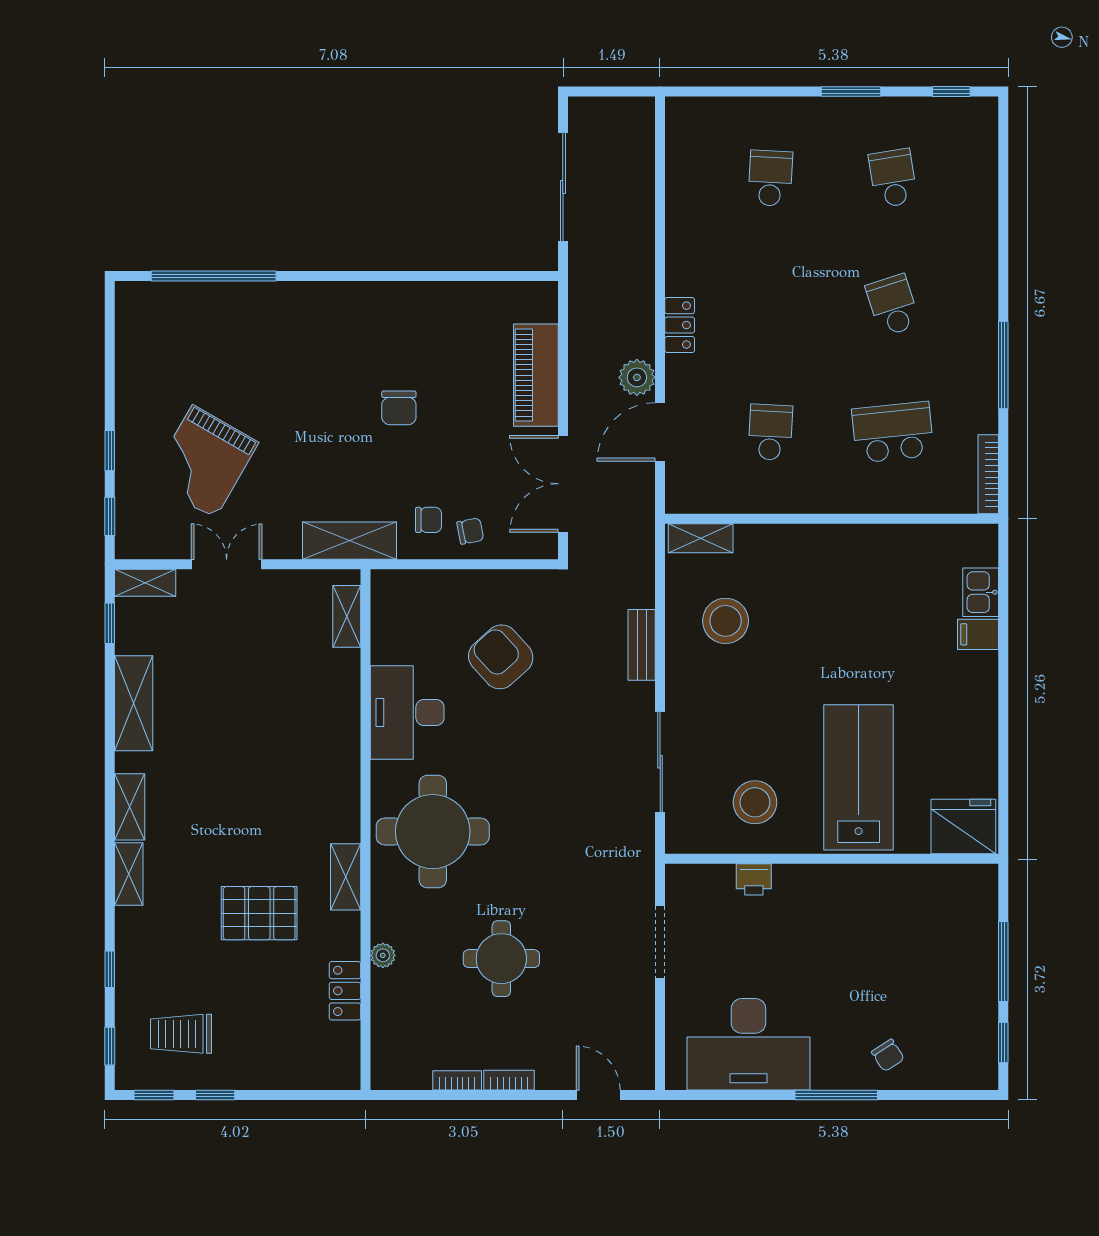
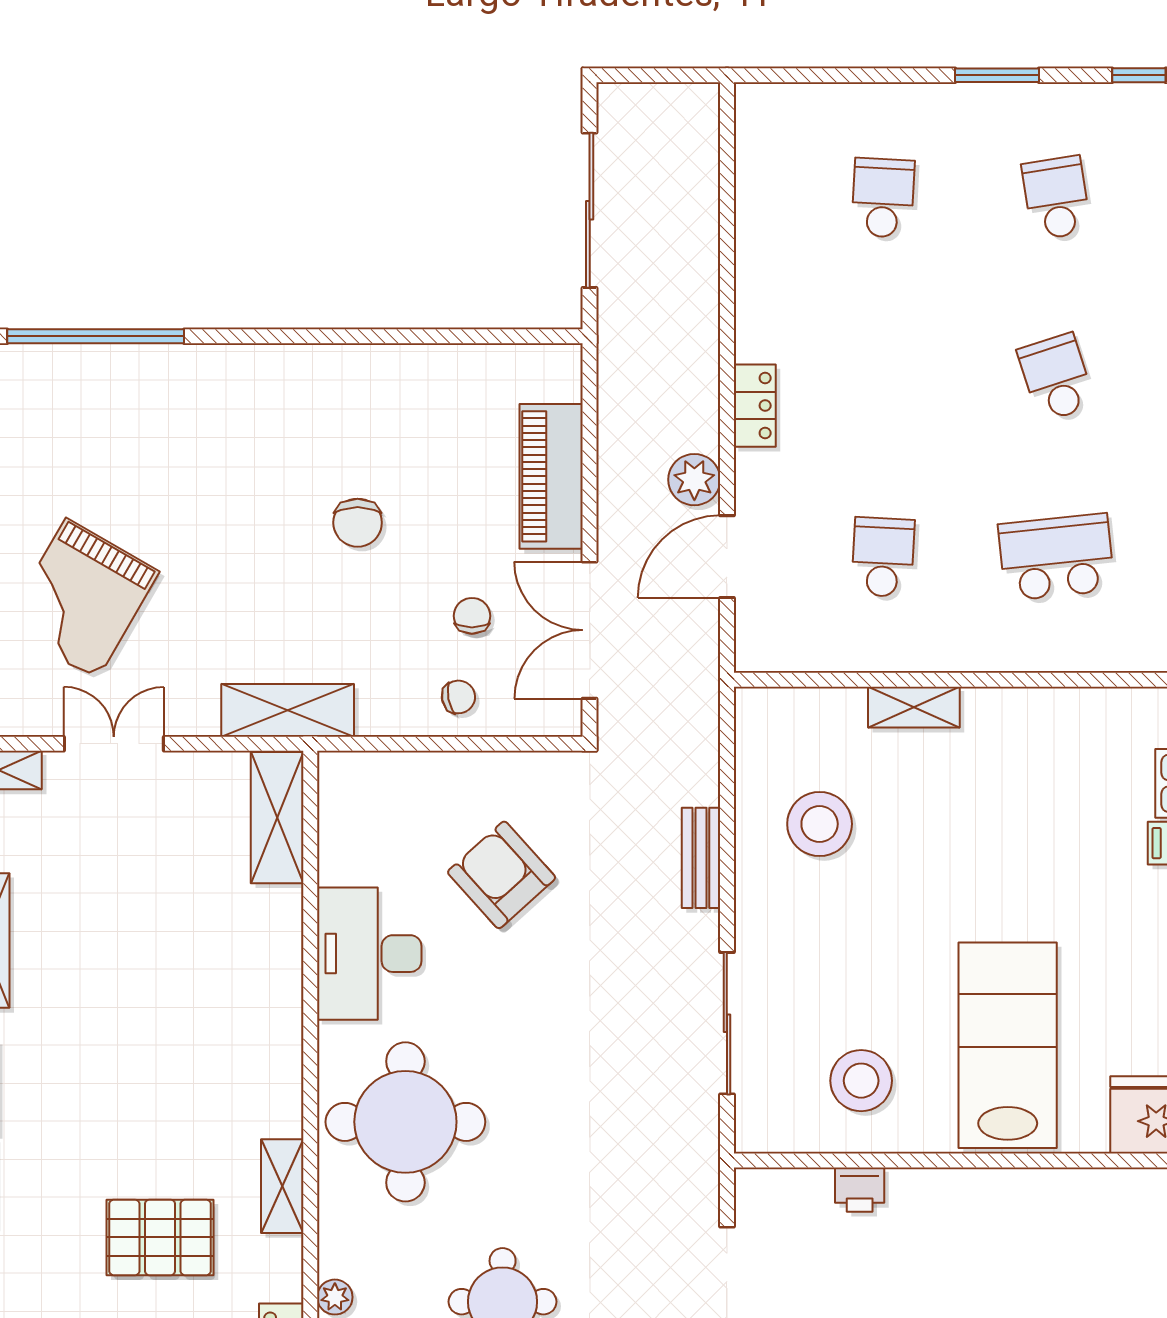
chair: (428, 520) -> (472, 616), moved, turned -90
shelving: (701, 538) -> (914, 707), moved
shelving: (347, 616) -> (277, 818), width x1.50, depth x1.33

